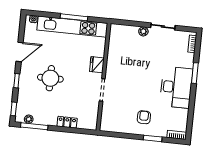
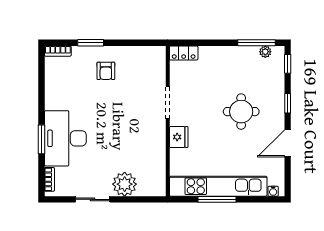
plant: (143, 31) -> (125, 184), width x1.88, depth x1.88
desk: (176, 87) -> (65, 138), moved
locker: (67, 122) -> (184, 53), moved

